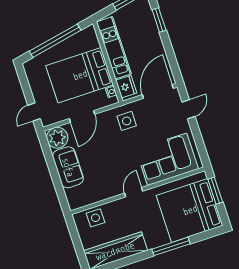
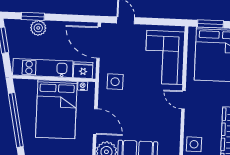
plant: (150, 29) -> (38, 28), added

